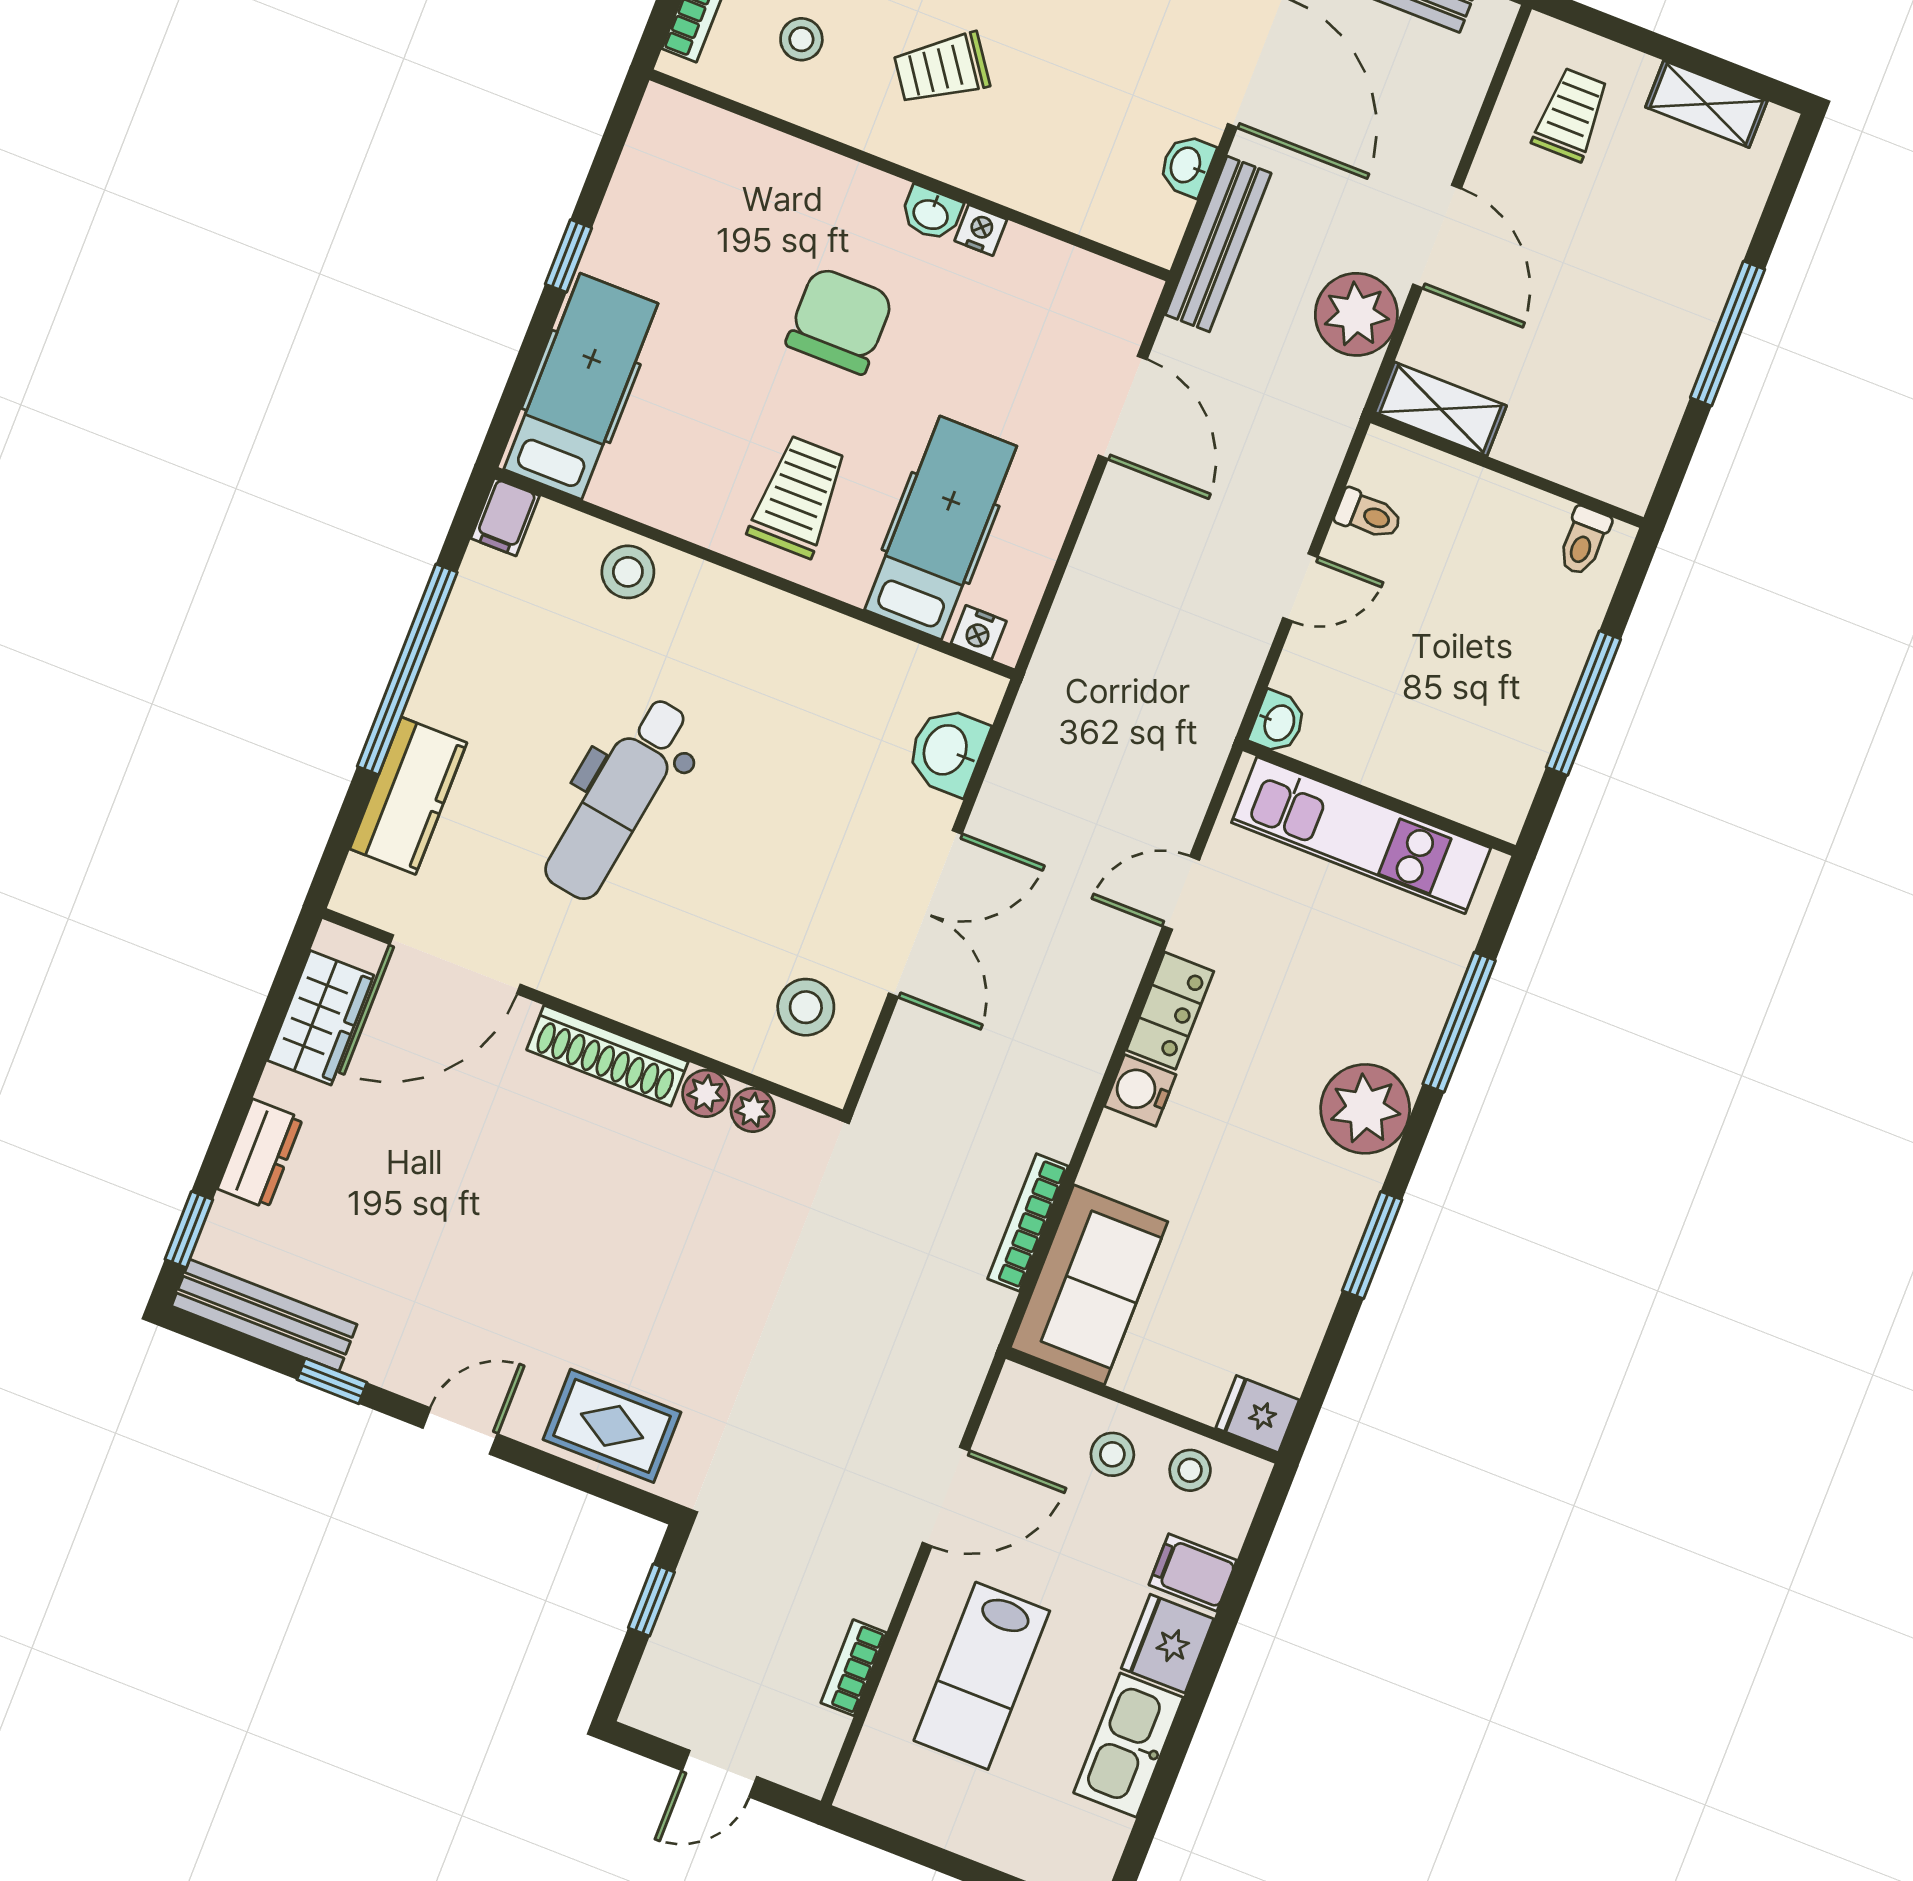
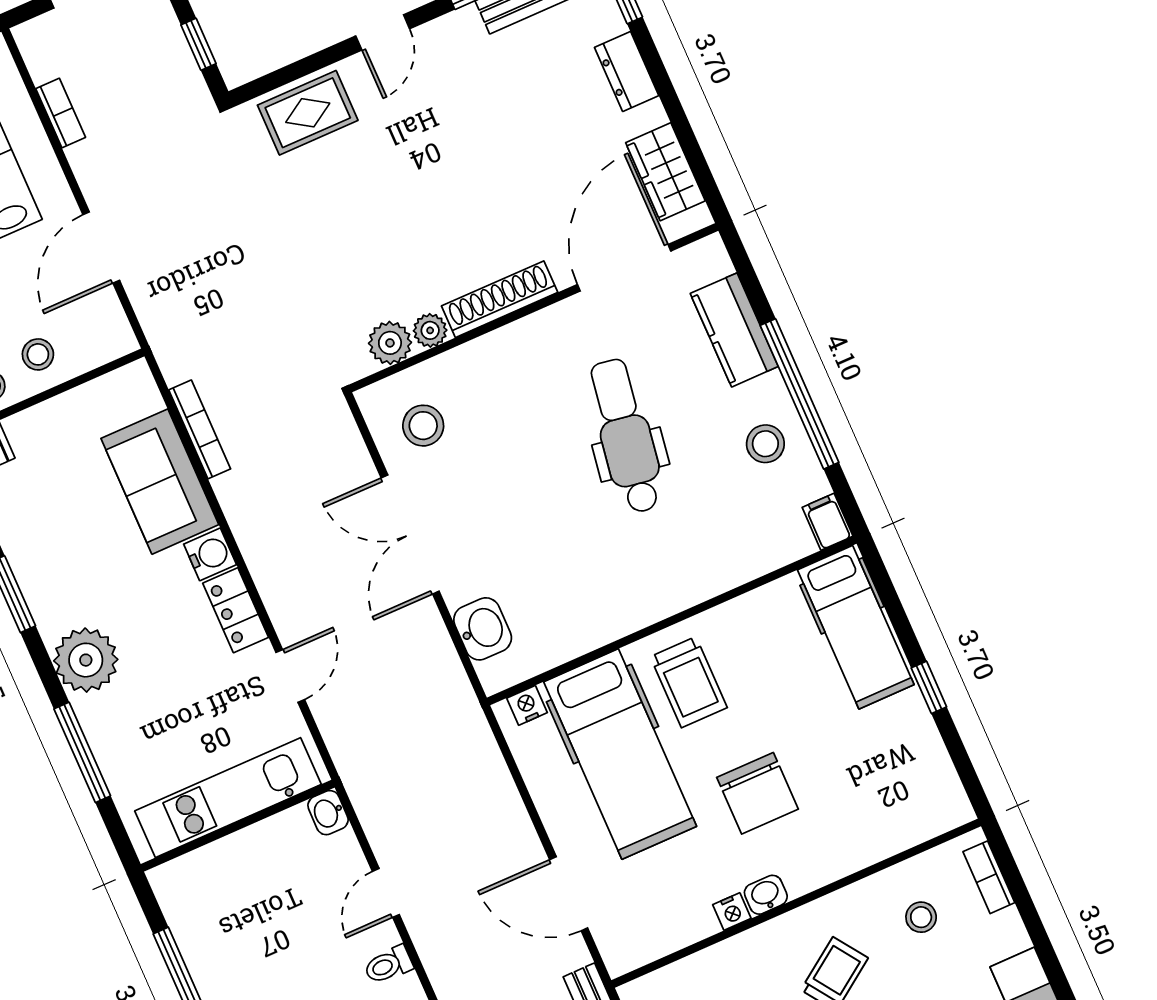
hospital bed: (941, 528) -> (620, 754), width x1.37, depth x1.29
stool: (628, 572) -> (765, 444), moved
plant: (753, 1110) -> (390, 343), width x1.38, depth x1.38
sofa: (1089, 1285) -> (160, 482), moved

